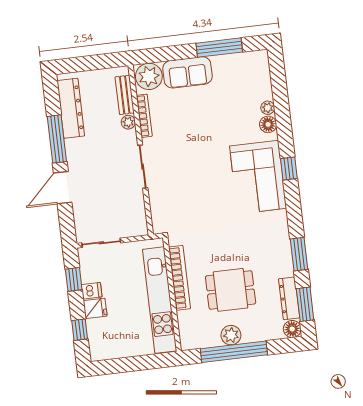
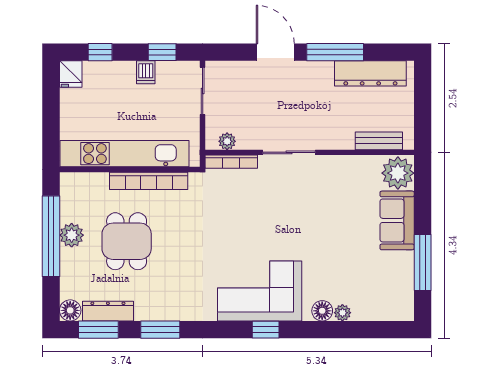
bookcase: (144, 116) -> (231, 162), moved
plant: (128, 122) -> (227, 141), moved
fridge: (95, 308) -> (71, 74), moved

